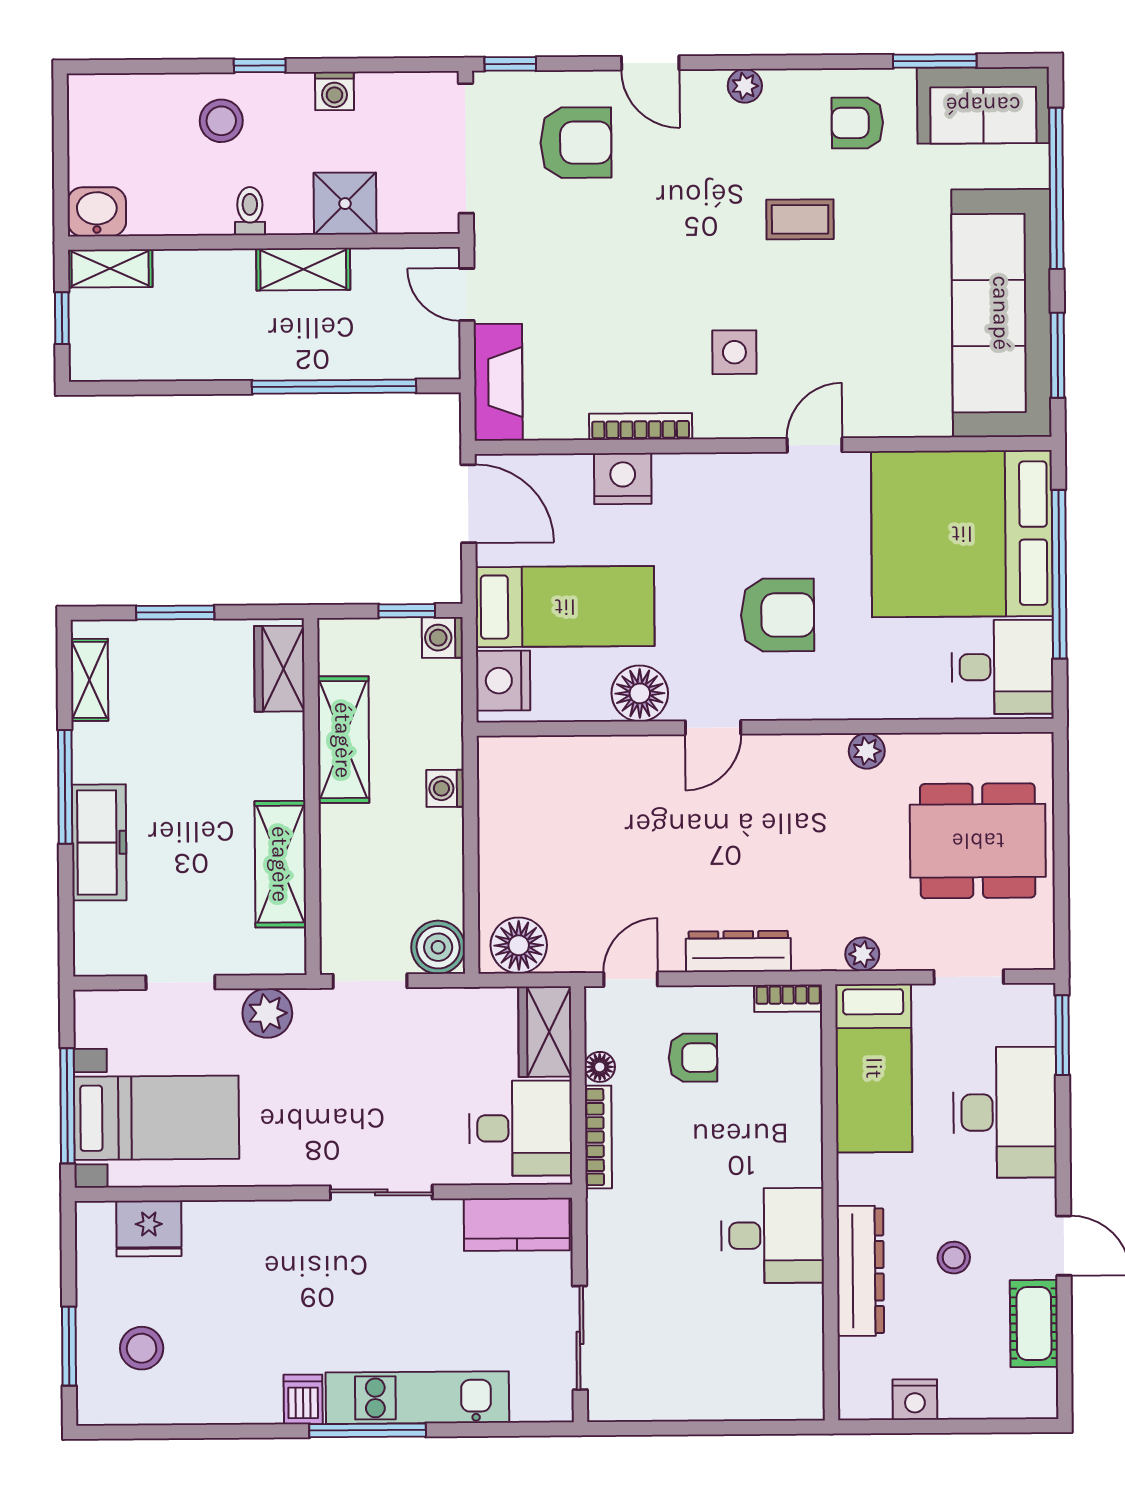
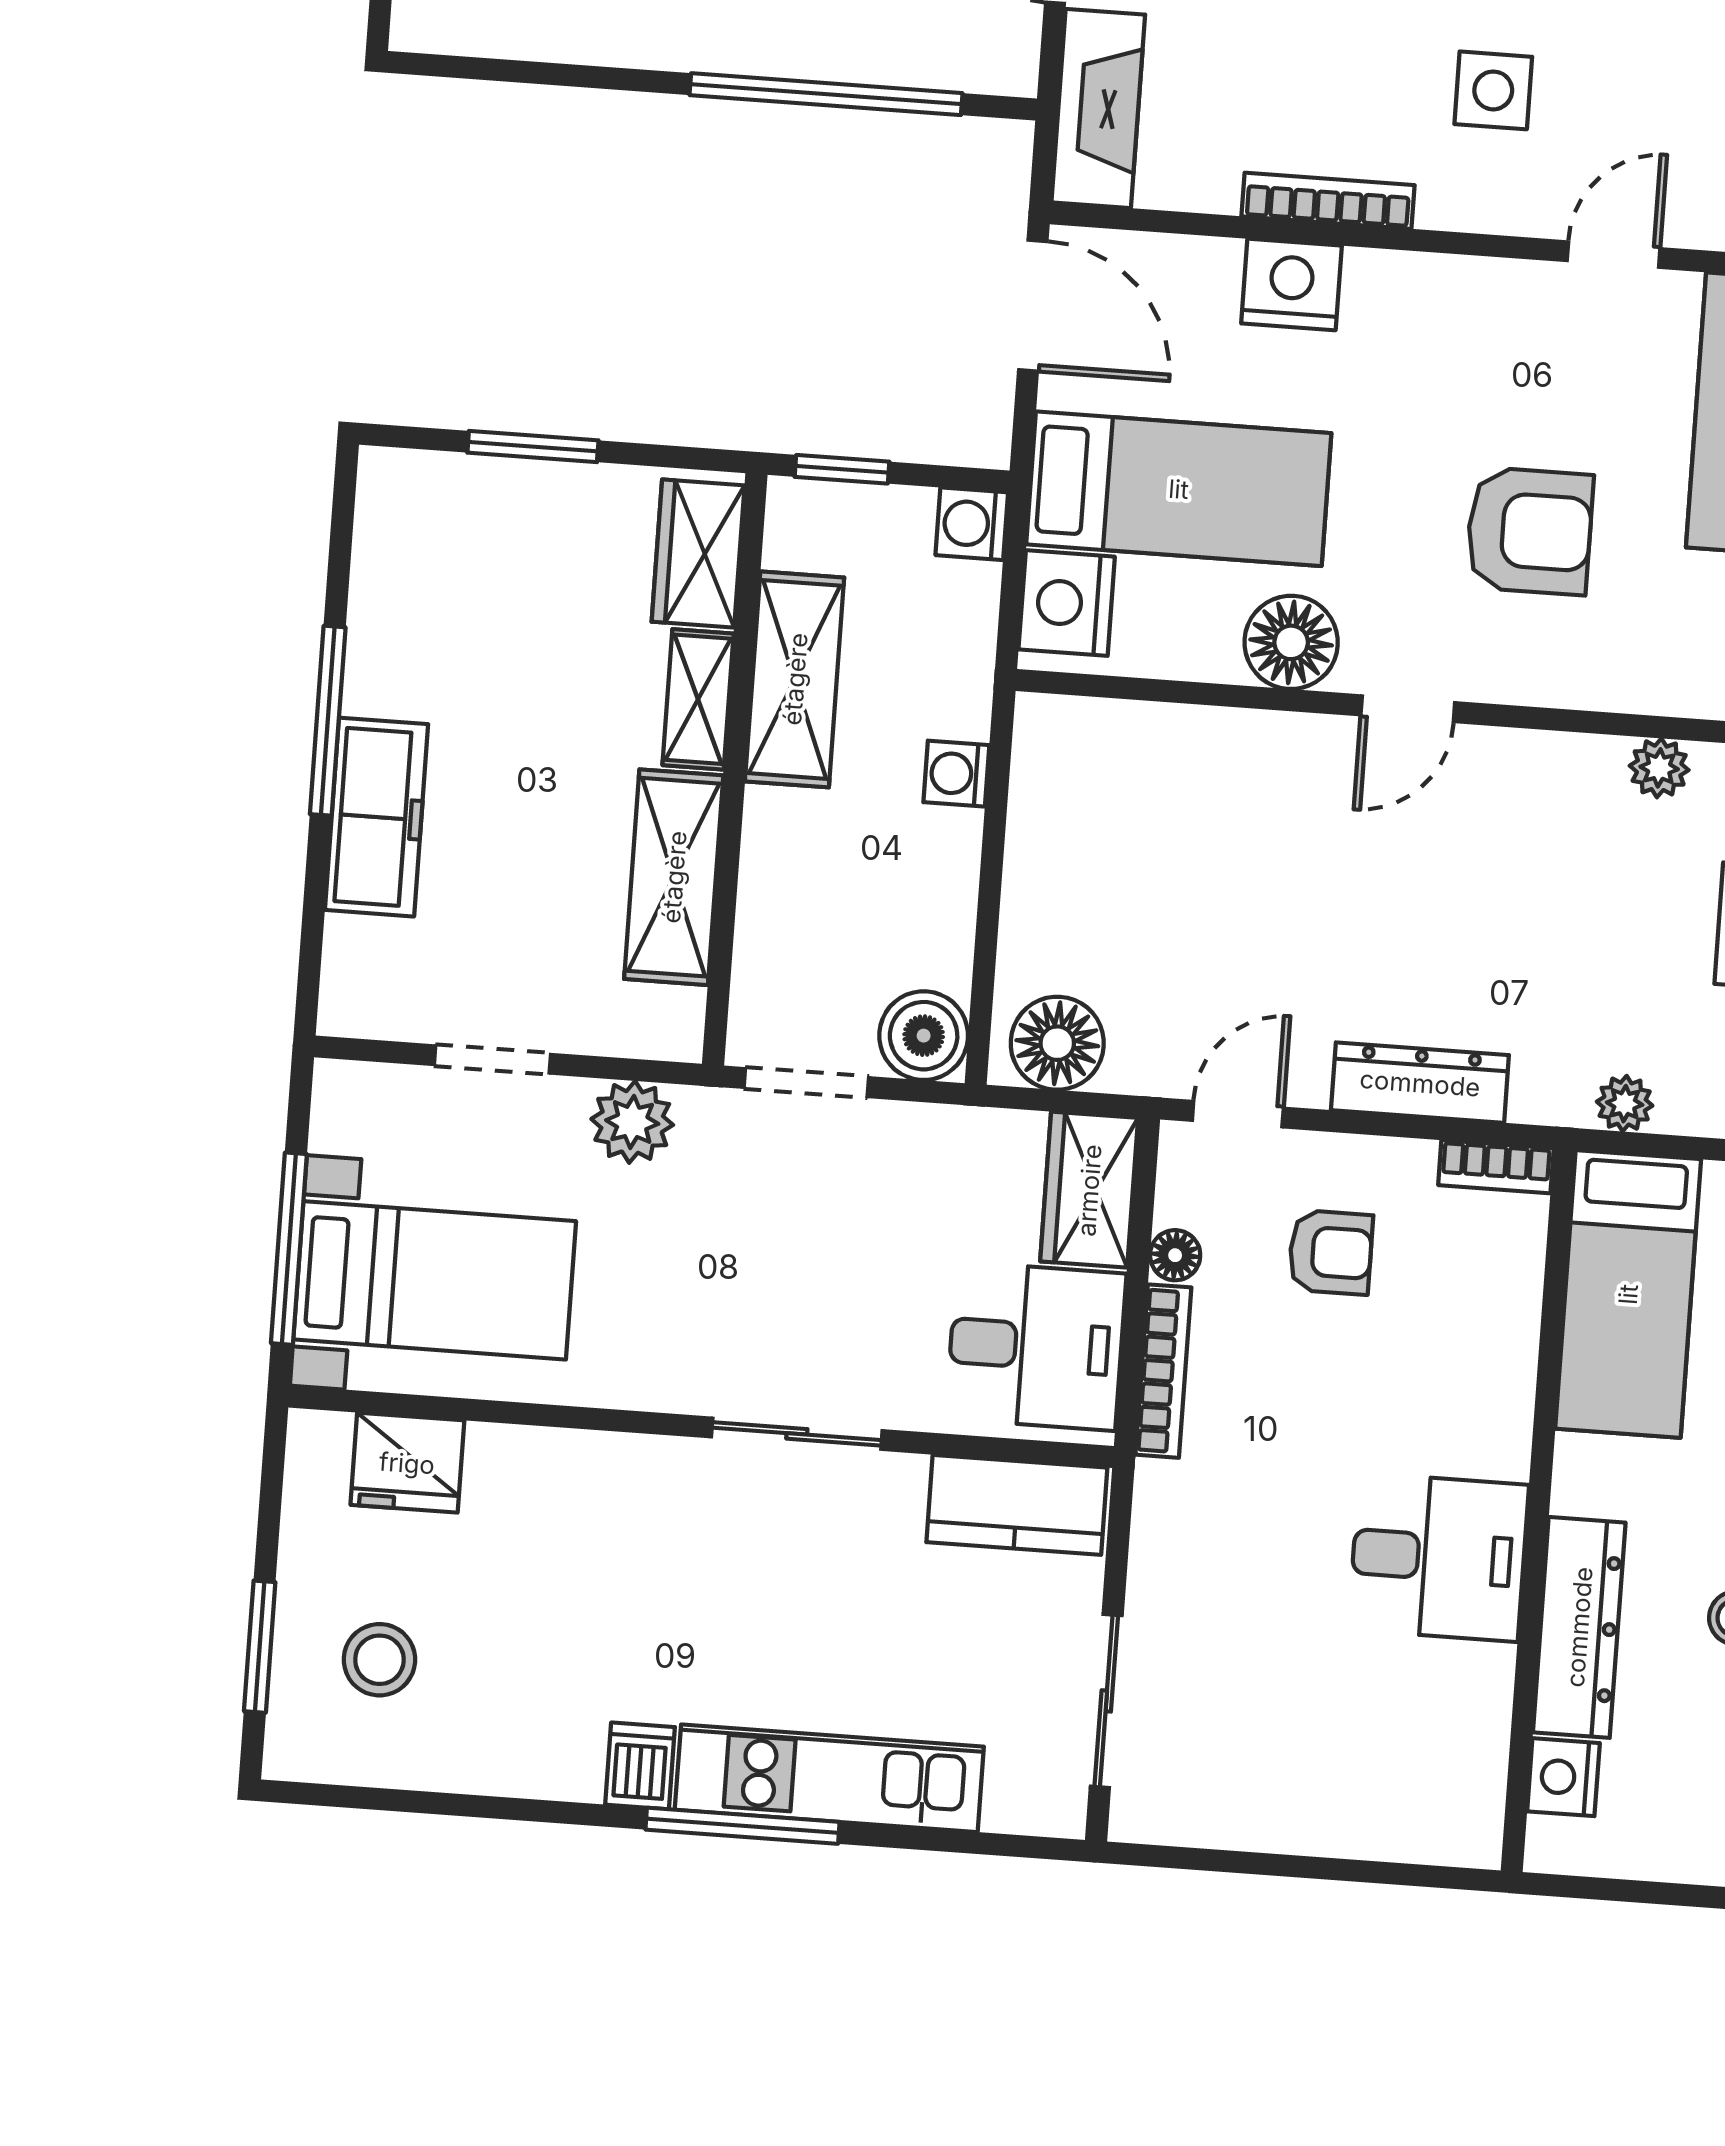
window: (407, 611) -> (842, 469), moved
shelving: (89, 680) -> (698, 699), moved
nightstand: (915, 1400) -> (1563, 1777), moved, turned 90

